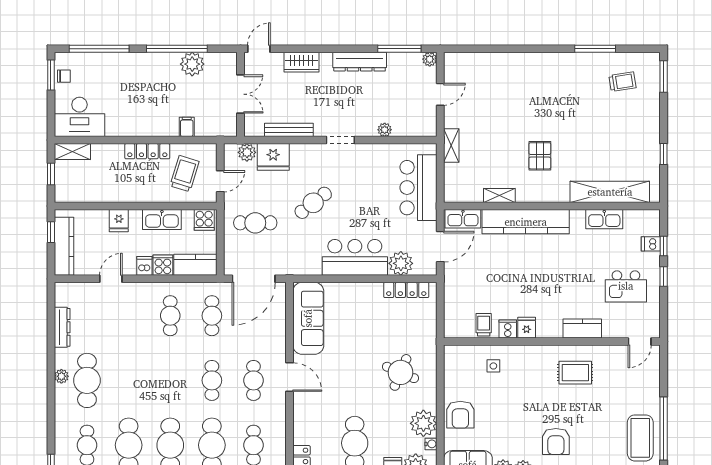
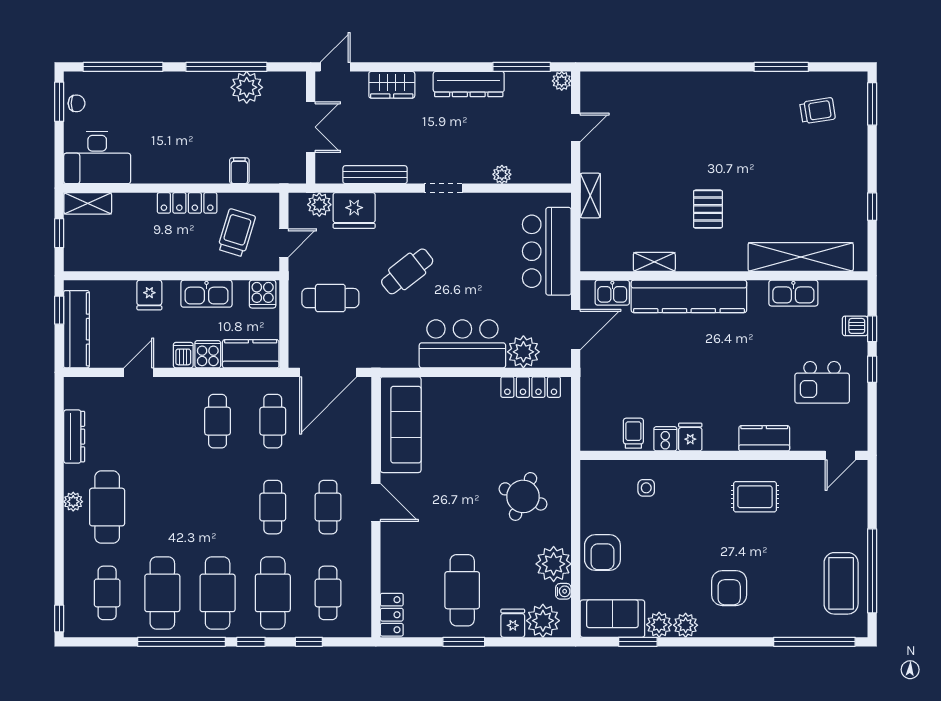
kitchen sink: (463, 219) -> (612, 293), width x0.73

